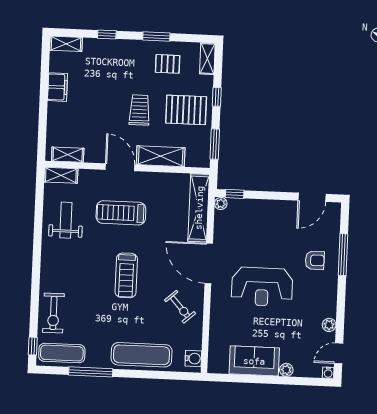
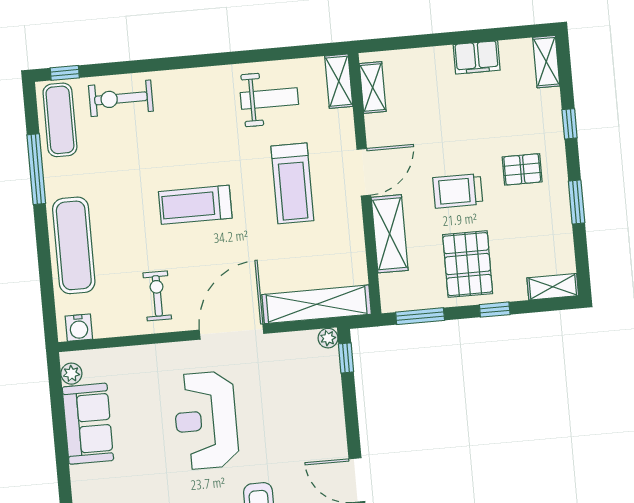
pallet: (168, 64) -> (522, 169), moved, turned 90
trolley: (139, 110) -> (458, 191), turned 180
treadmill: (121, 213) -> (292, 183), turned 180
exercise bike: (180, 307) -> (157, 296), turned 132
plant: (286, 370) -> (71, 374), moved

